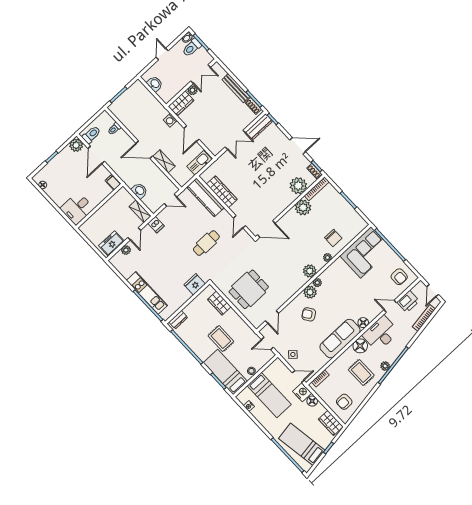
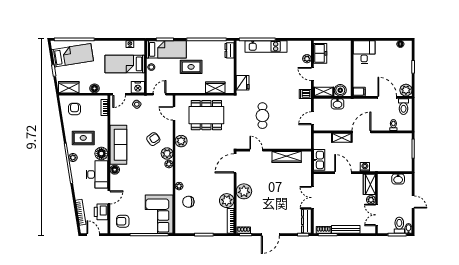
plant: (298, 186) -> (244, 191), moved
kitchen counter: (205, 197) -> (293, 143), removed
boiler: (126, 199) -> (340, 90), added
plant: (310, 271) -> (181, 141), moved
dining table: (249, 289) -> (206, 115), width x1.37
nightstand: (302, 392) -> (138, 87), moved

